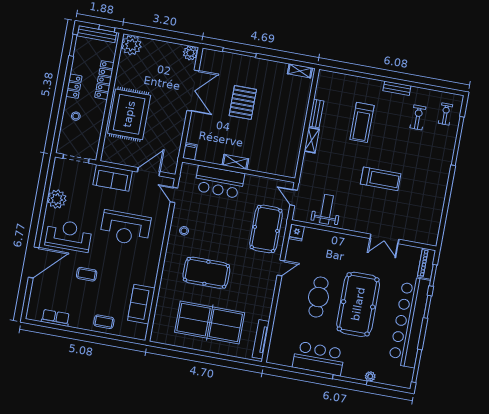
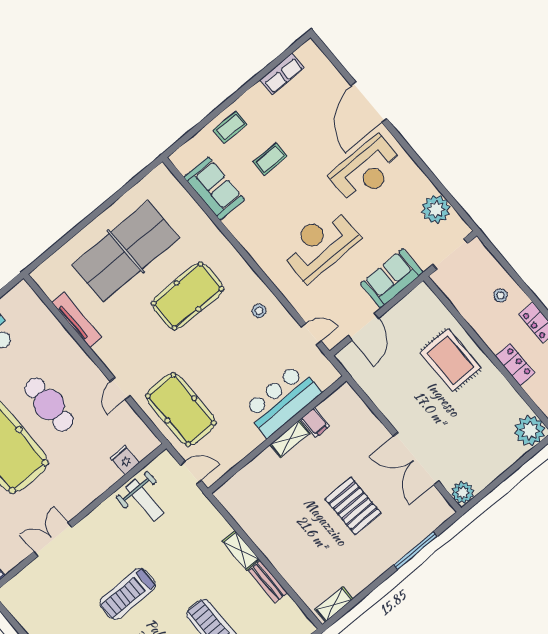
locker: (104, 80) -> (515, 365), width x0.66
rug: (129, 114) -> (450, 360), width x0.73, depth x0.69
filing cabinet: (190, 151) -> (315, 422), moved
plant: (57, 199) -> (436, 209), moved
fridge: (297, 233) -> (125, 460), moved
coffee table: (87, 274) -> (270, 159), moved
tv unit: (261, 339) -> (77, 320), moved

